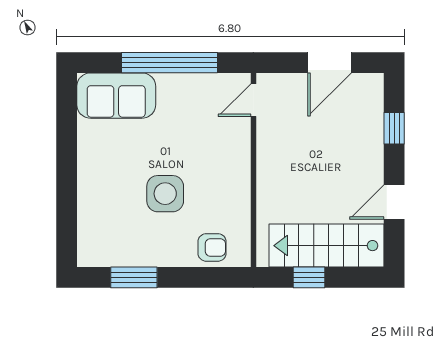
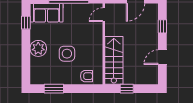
window: (67, 119) -> (26, 23), added
plant: (96, 181) -> (38, 48), added
stairs: (327, 246) -> (114, 60), moved, turned 90

